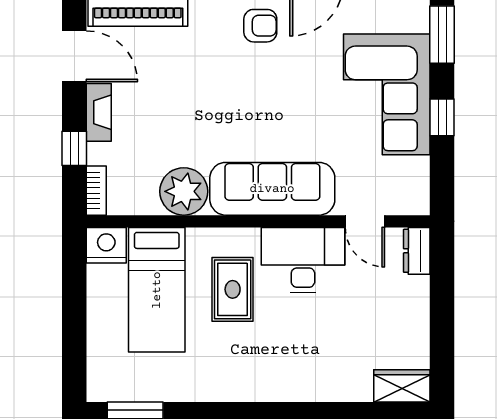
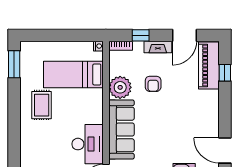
armchair: (260, 26) -> (153, 84), moved
nightstand: (106, 245) -> (98, 46), width x0.53, depth x0.56
rug: (233, 289) -> (42, 105), moved, turned 90

